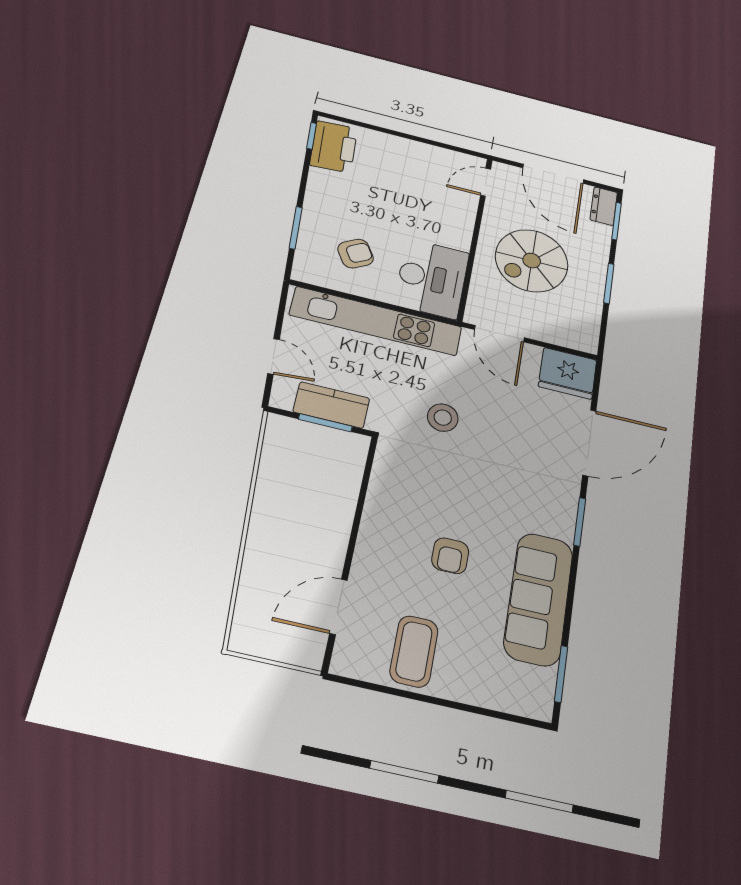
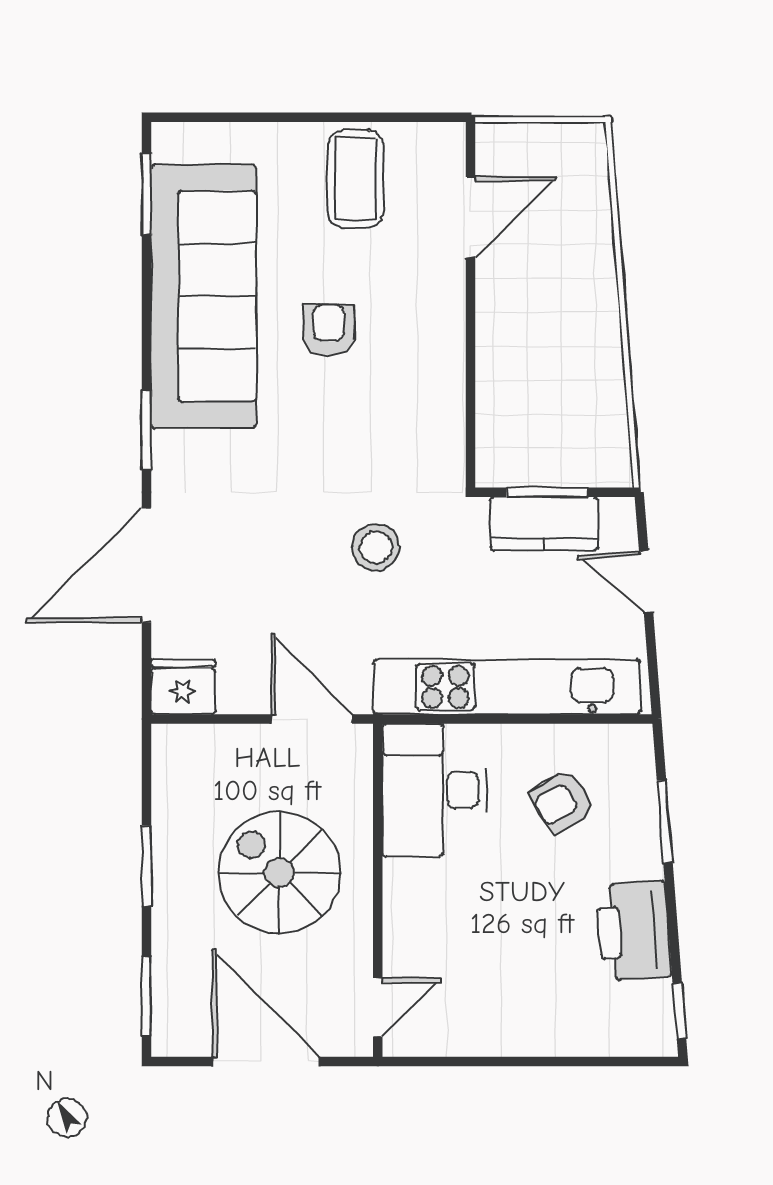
printer: (334, 147) -> (634, 931), moved
dresser: (604, 206) -> (172, 1020), removed
spiral stairs: (532, 261) -> (279, 873), turned -90
fridge: (568, 373) -> (183, 687), width x0.73, depth x0.75
sofa: (539, 599) -> (203, 296), width x1.36, depth x1.27

